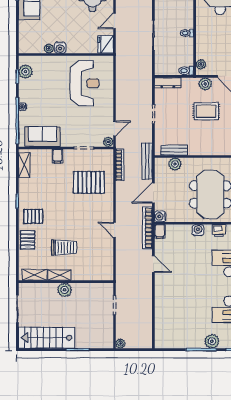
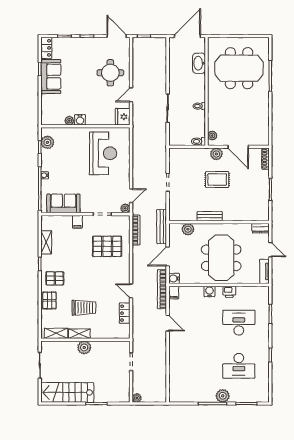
dresser: (168, 83) -> (181, 153), removed
bench: (174, 150) -> (210, 216), moved
shelving: (24, 165) -> (46, 242), moved
locker: (108, 253) -> (125, 313), added

